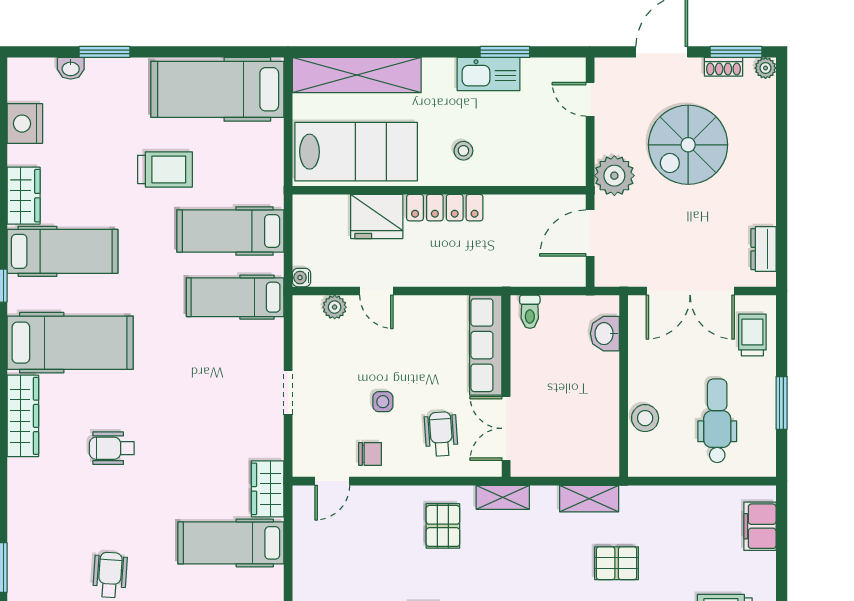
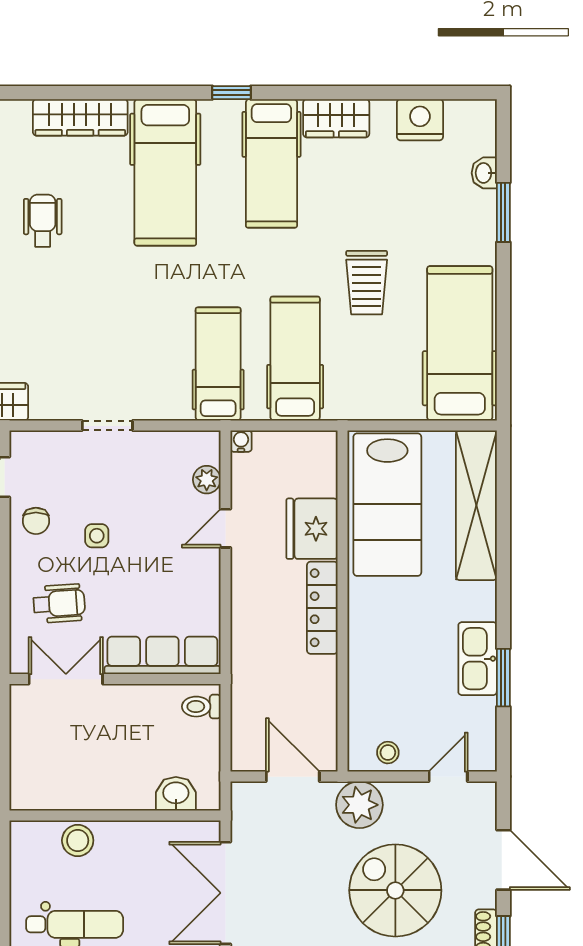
stool: (463, 151) -> (388, 753), moved

